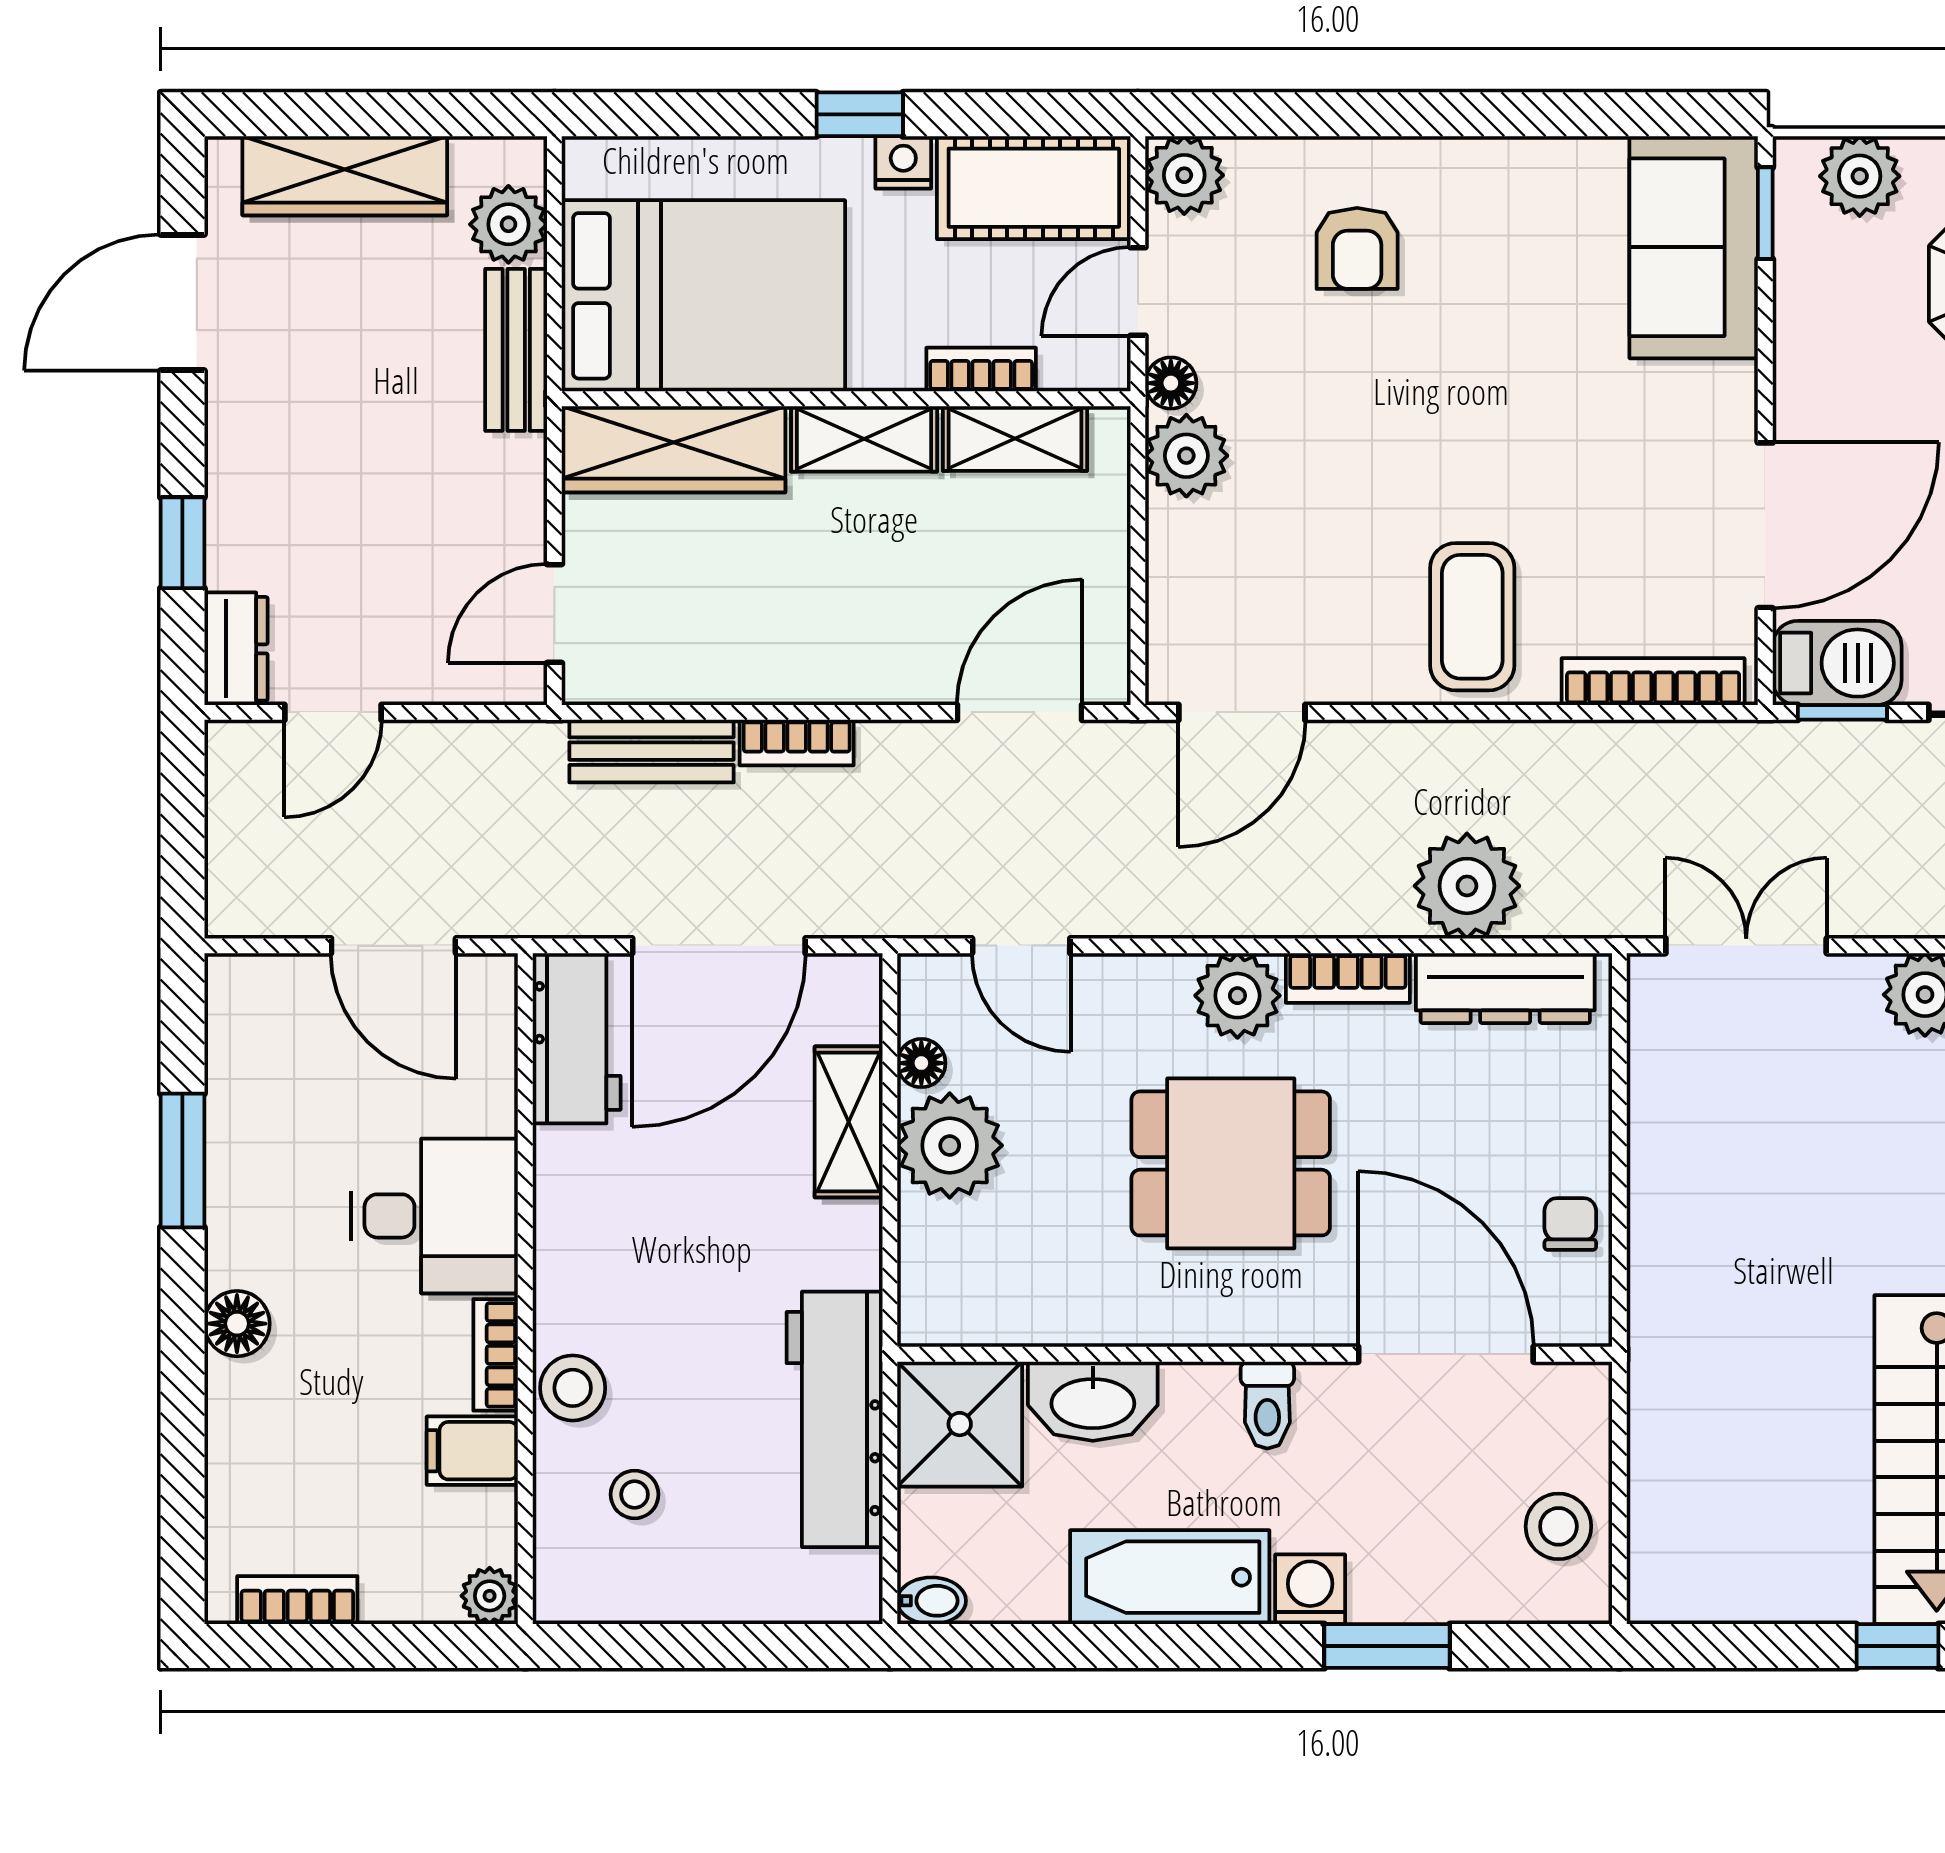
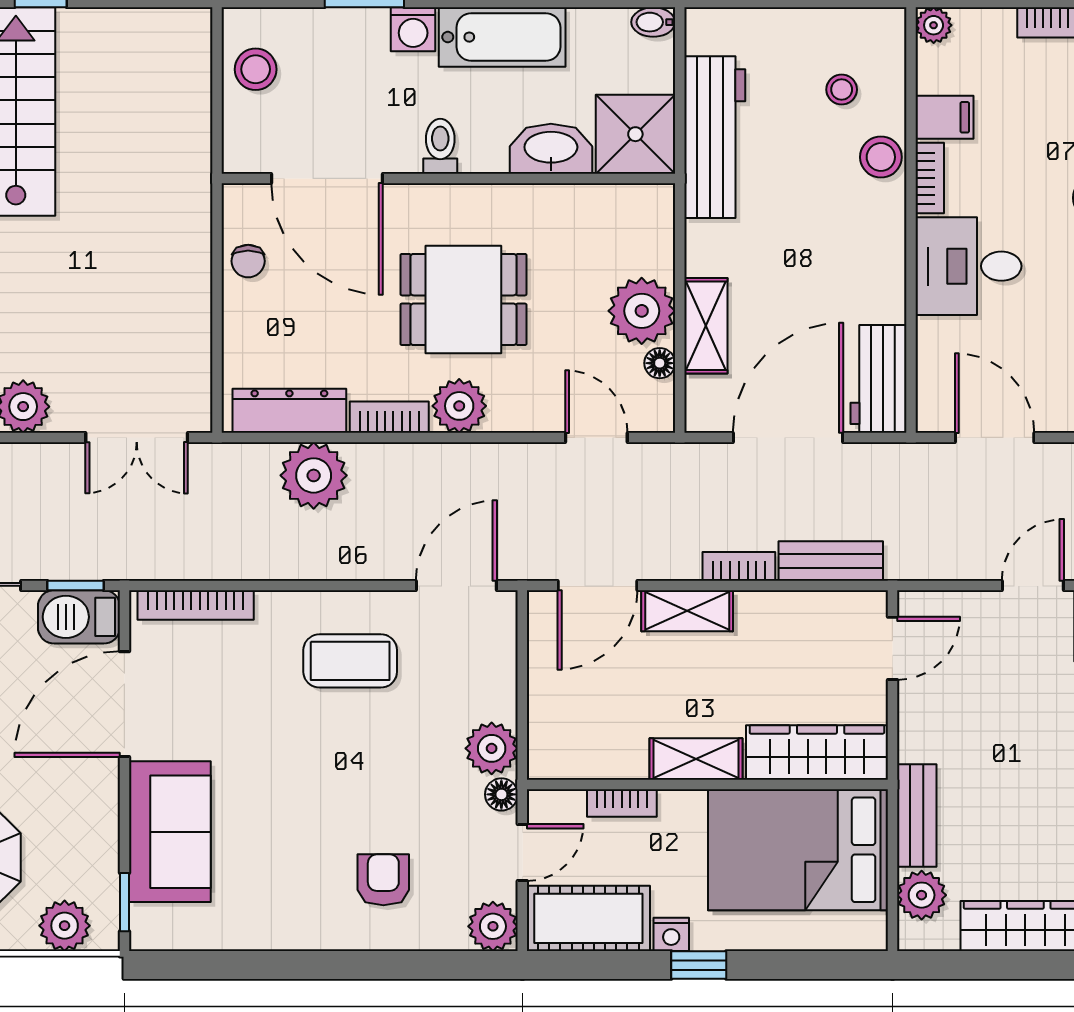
sofa: (1694, 247) -> (170, 832), moved
shelving: (1015, 438) -> (687, 611), moved
coffee table: (1472, 617) -> (350, 661), moved, turned 90

